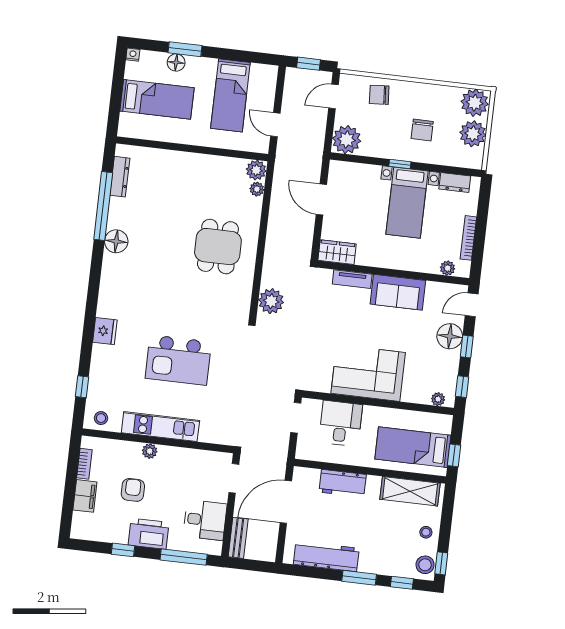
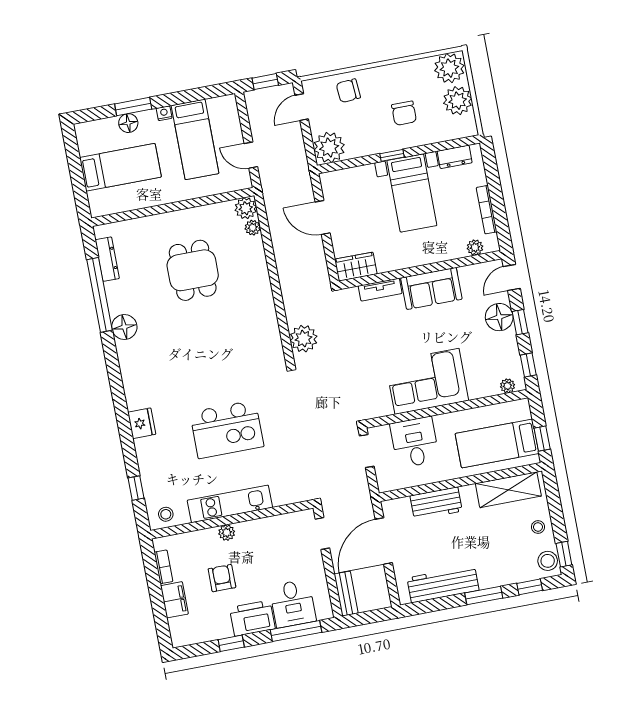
nightstand: (133, 55) -> (164, 113), moved
dining table: (218, 247) -> (193, 270), moved
desk: (205, 520) -> (293, 603), moved, turned 90

